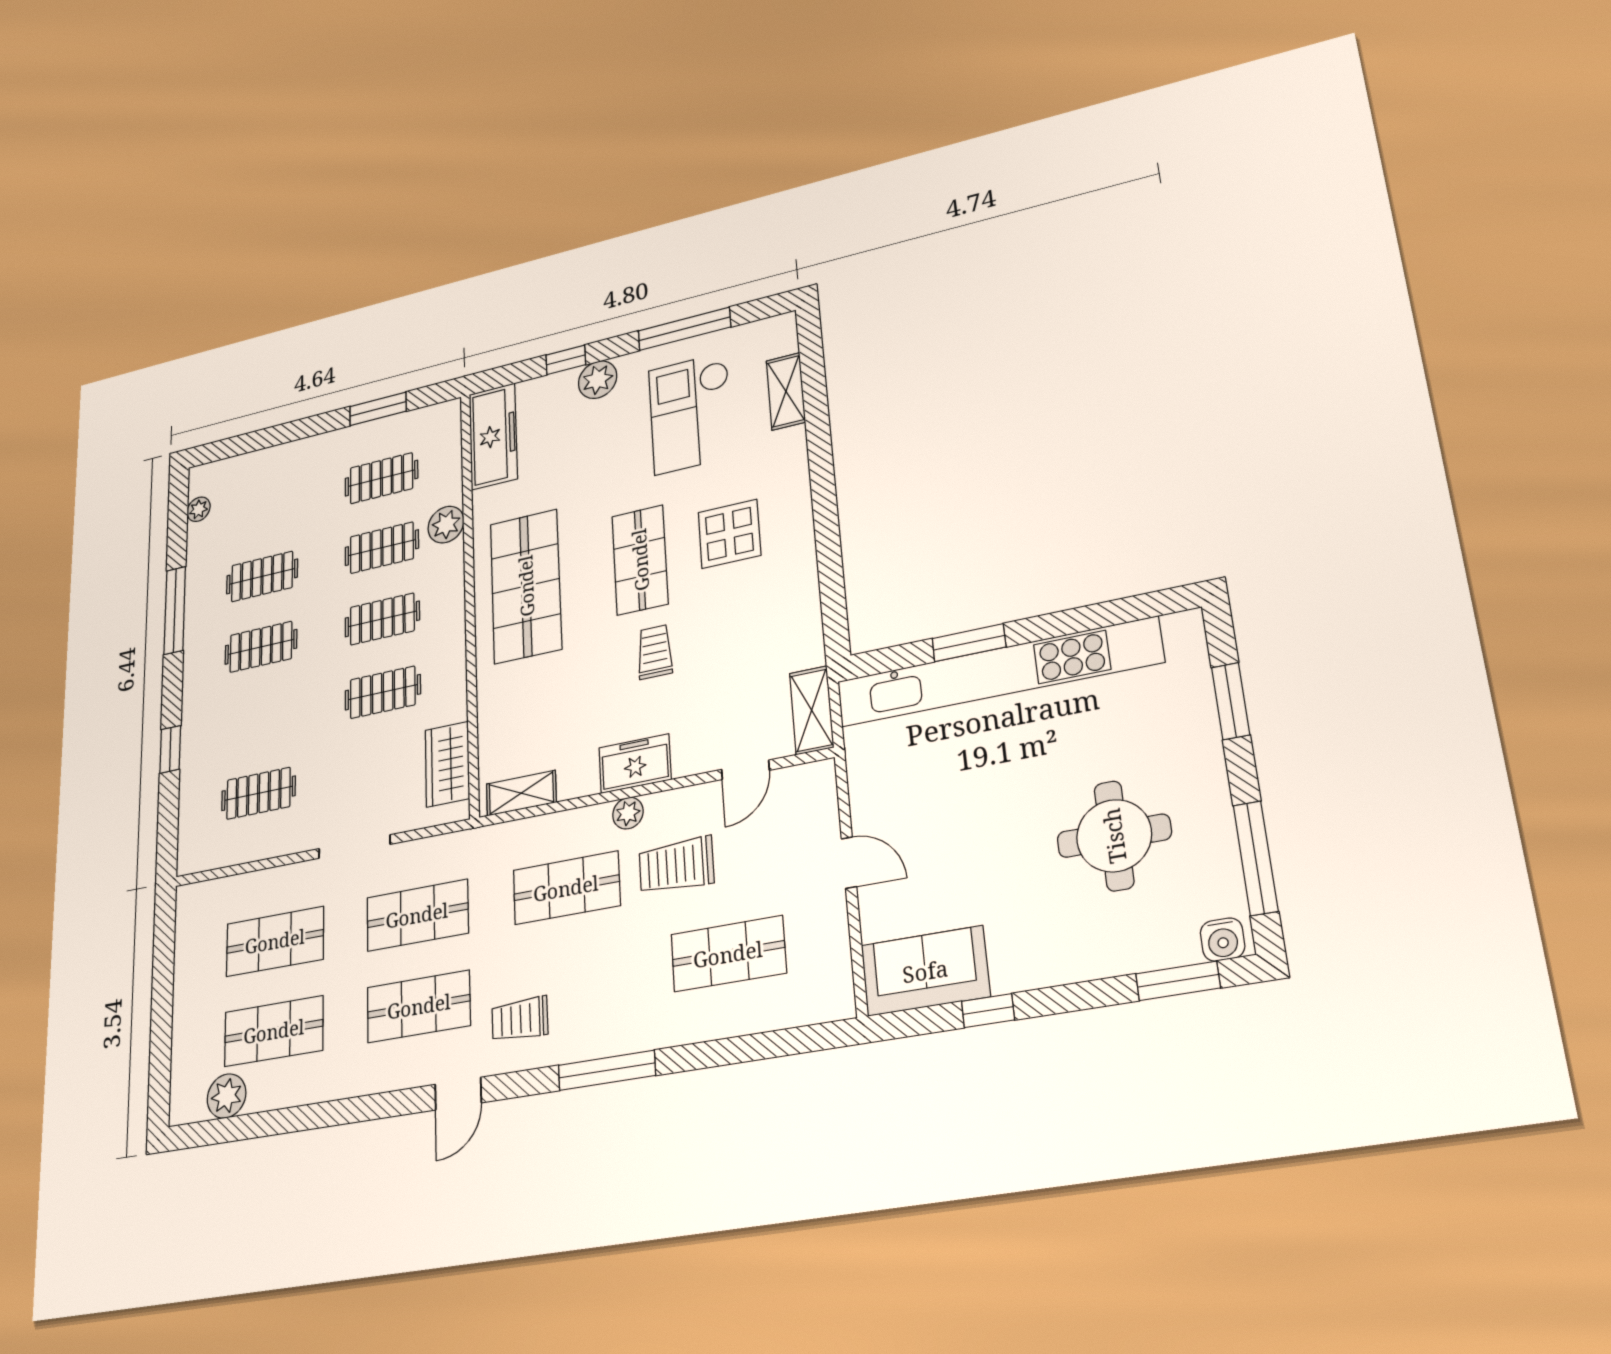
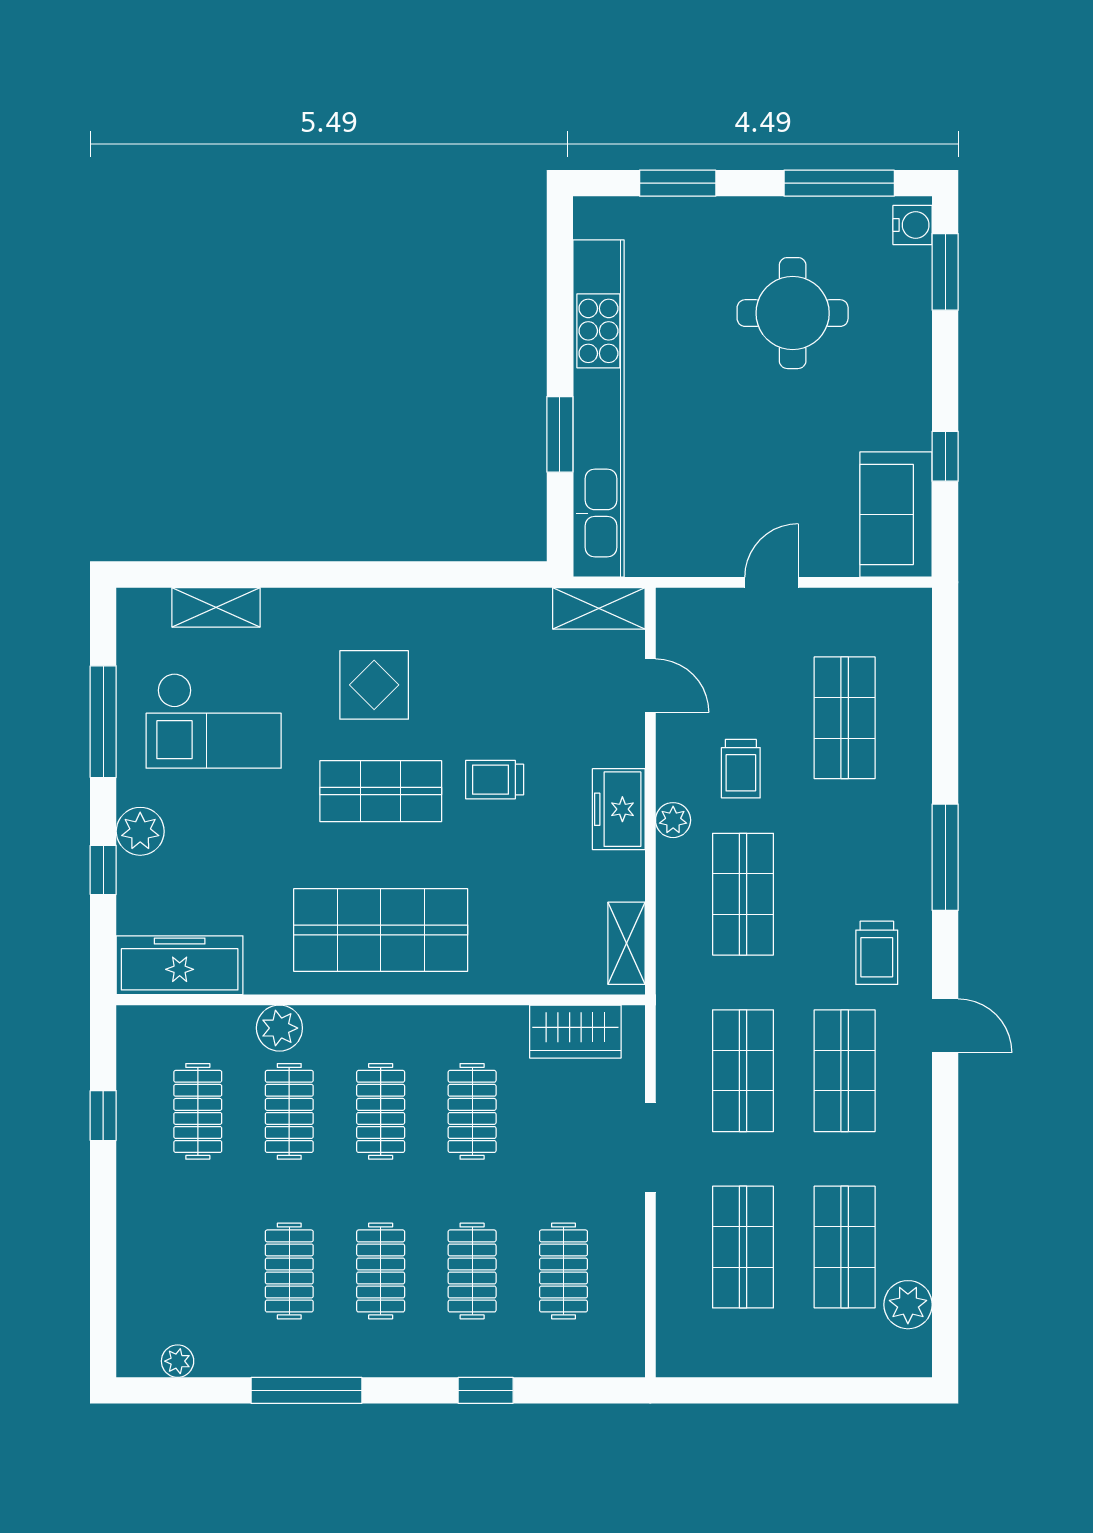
window: (378, 409) -> (103, 1116), width x0.67
clothes rail: (260, 719) -> (472, 1271), added
trolley: (676, 865) -> (741, 769), width x0.73, depth x0.72

